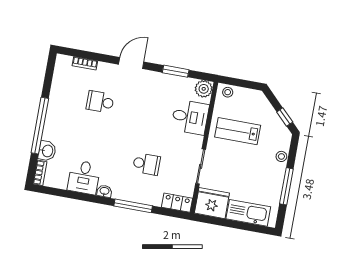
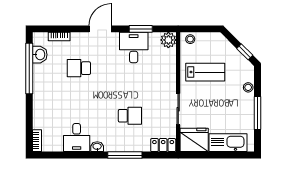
desk: (190, 117) -> (134, 48), moved, turned -90
window: (40, 126) -> (29, 68), moved
lab bench: (238, 131) -> (205, 72), turned 180
washbasin: (47, 151) -> (40, 55), moved

